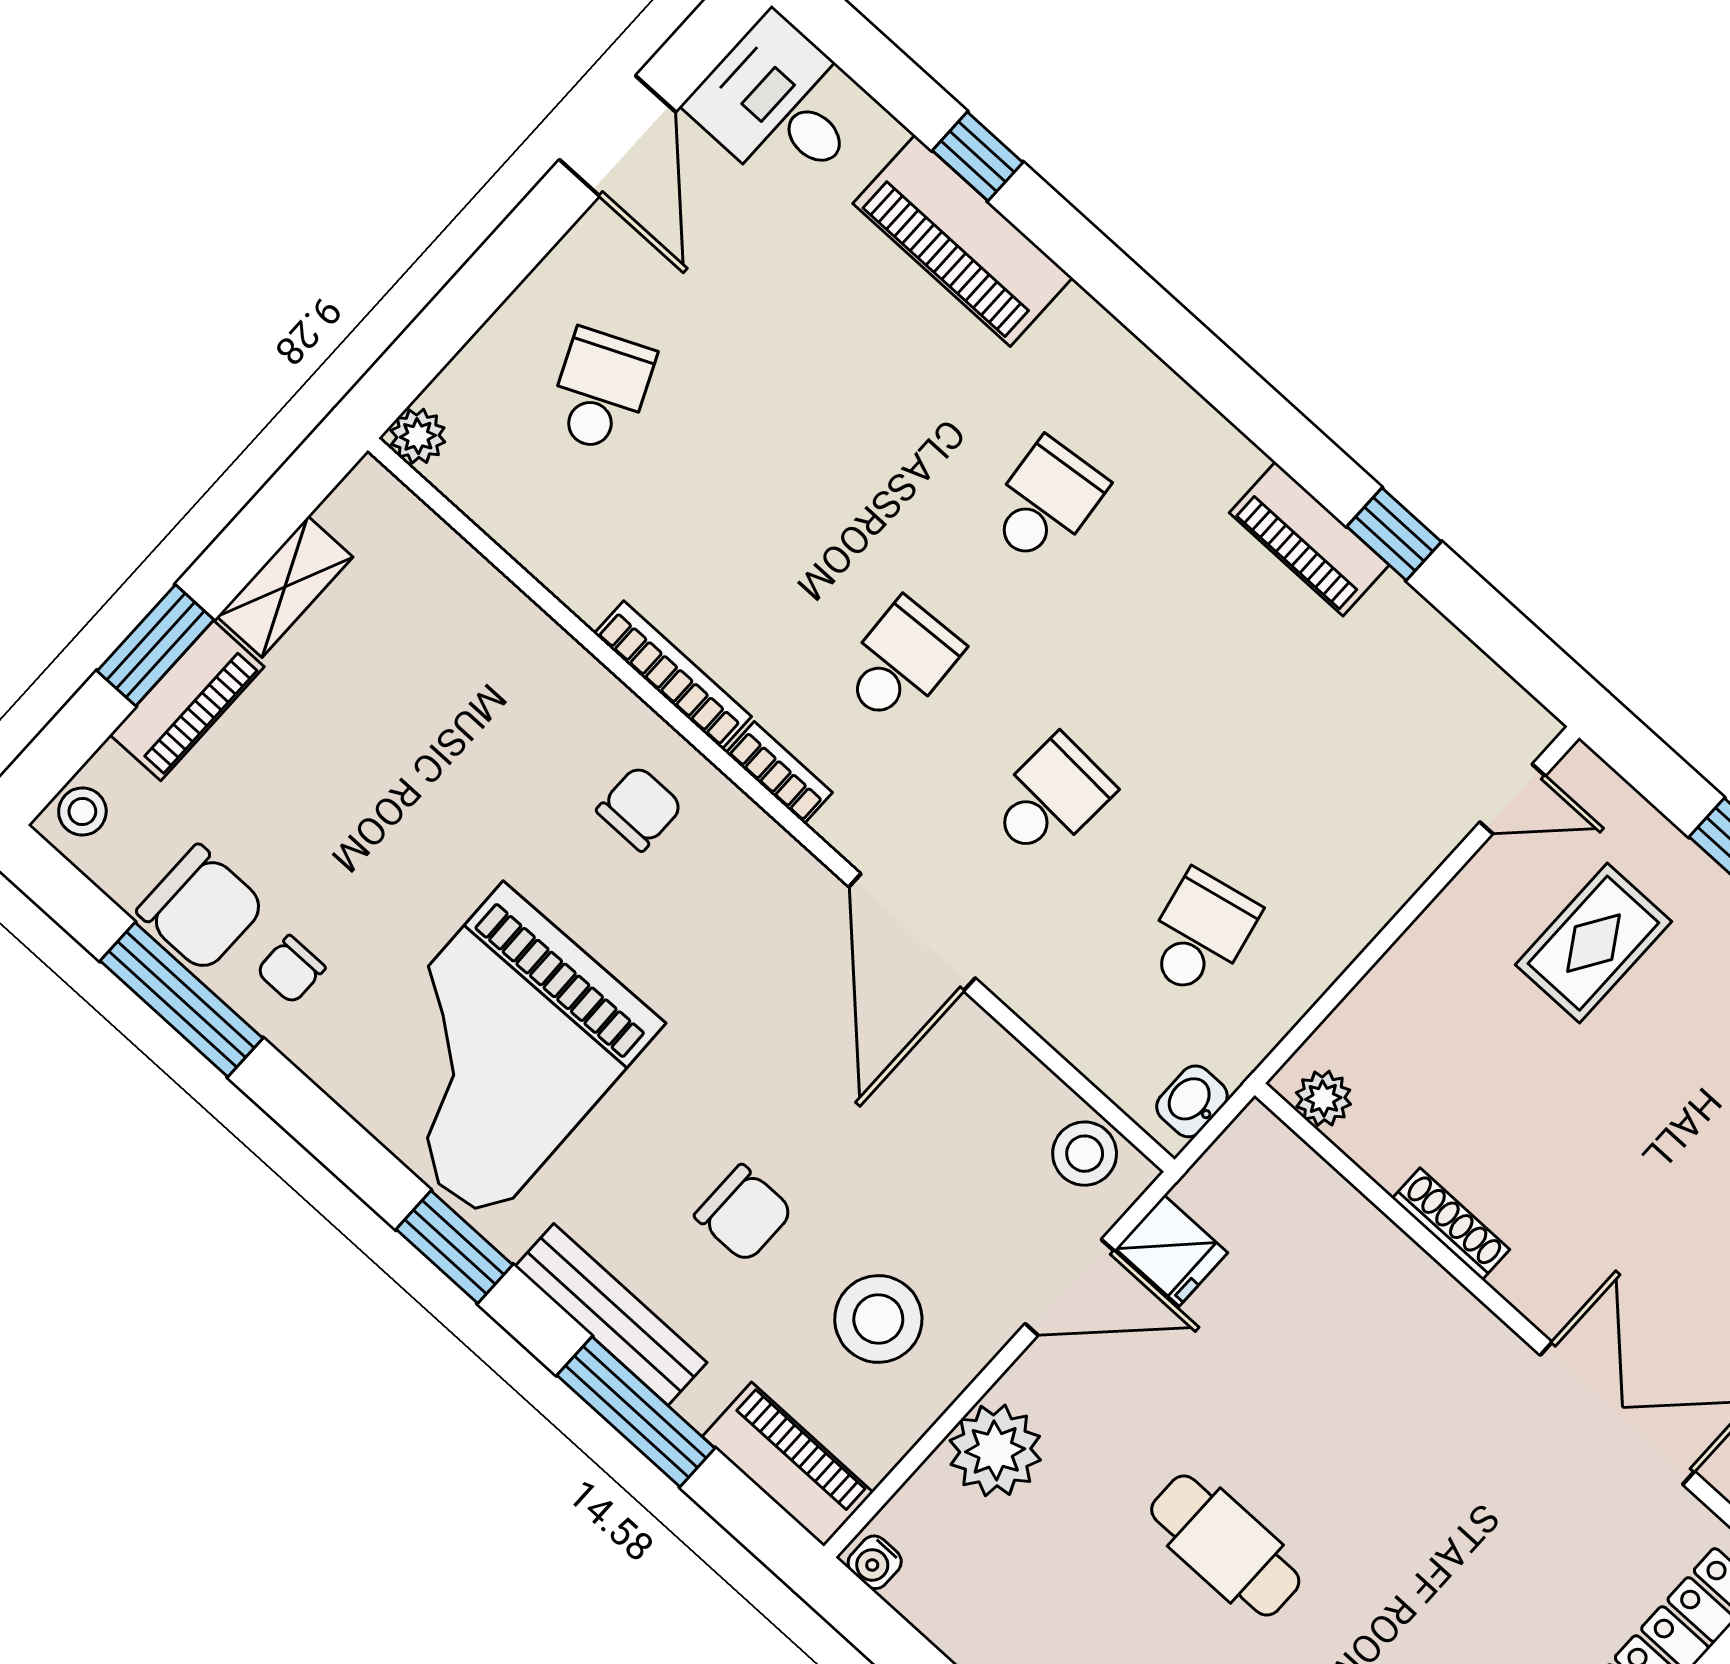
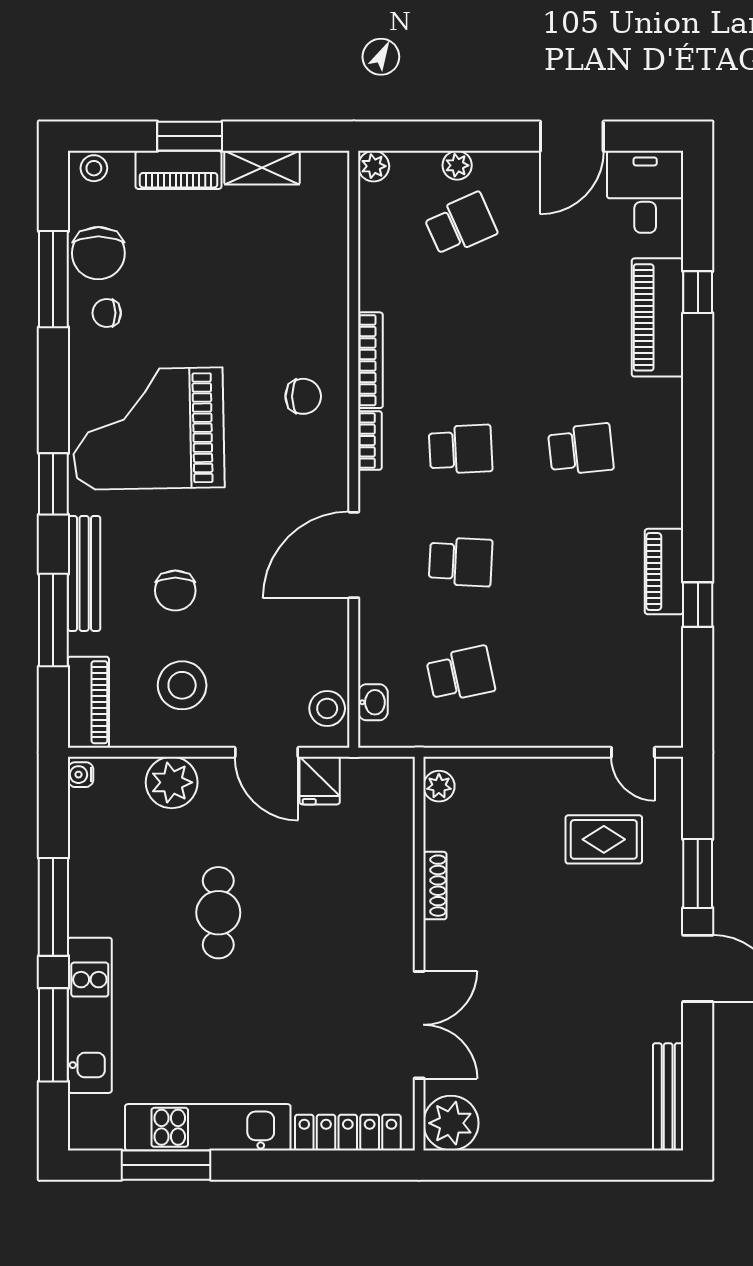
plant: (518, 324) -> (457, 165), added
washbasin: (1192, 1101) -> (373, 702), moved, turned 90

